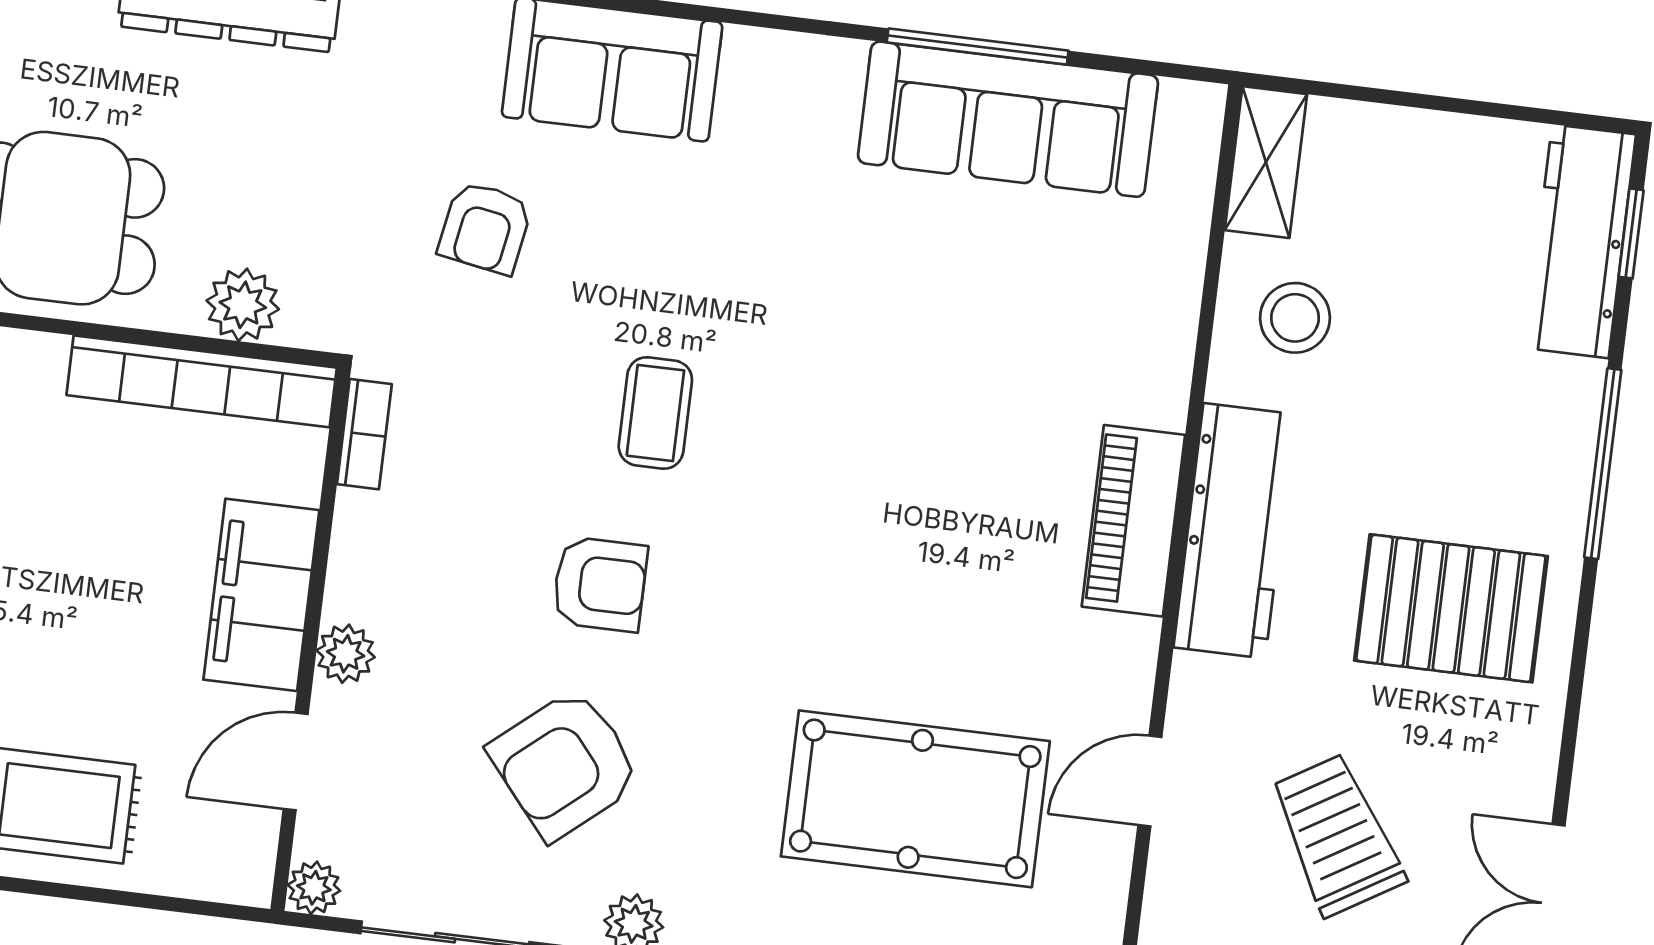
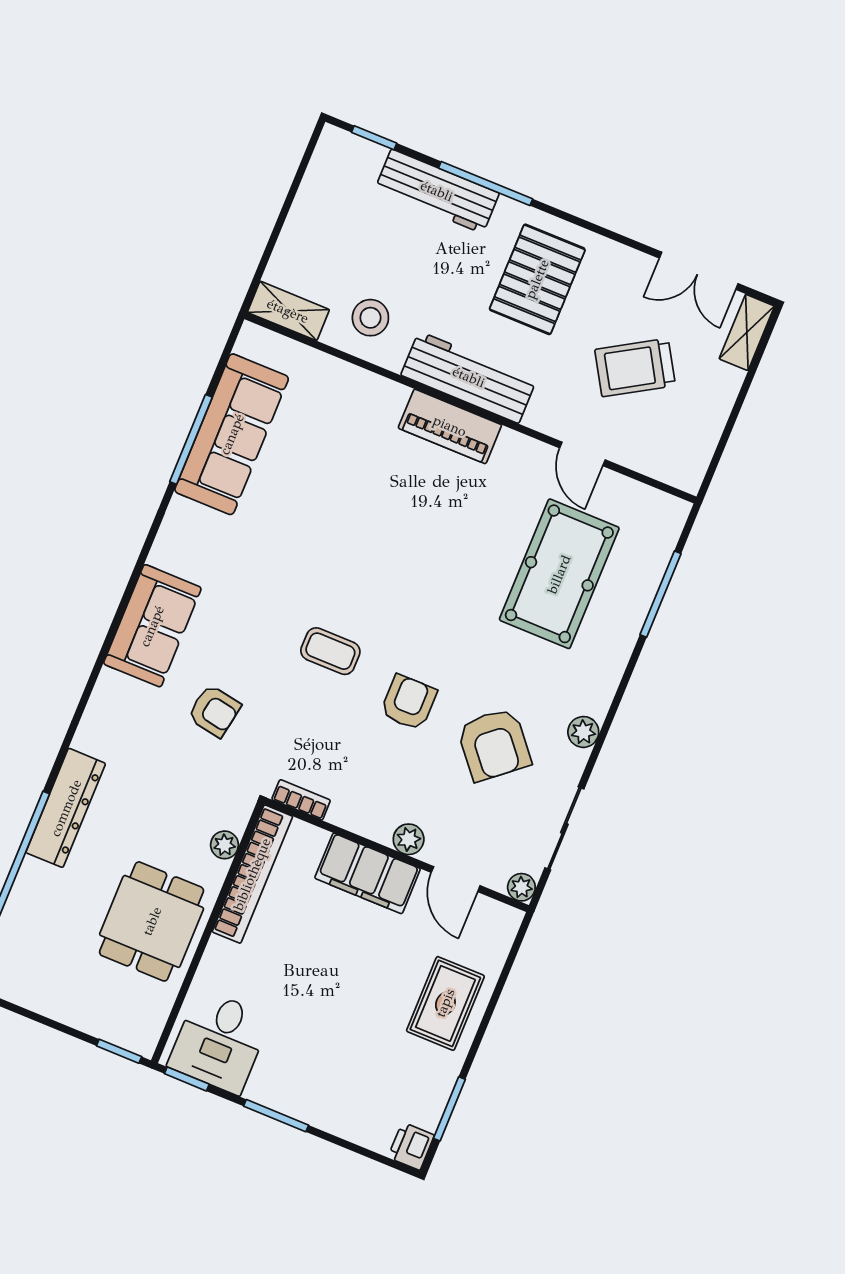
workbench: (1580, 241) -> (437, 191), moved
plant: (243, 305) -> (225, 845), width x0.73, depth x0.73

